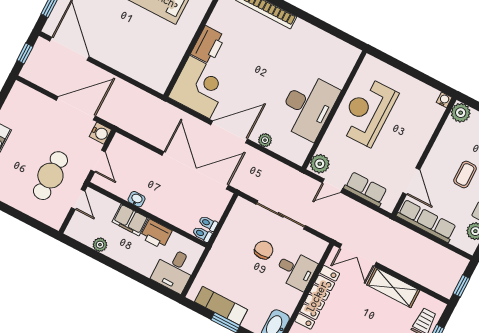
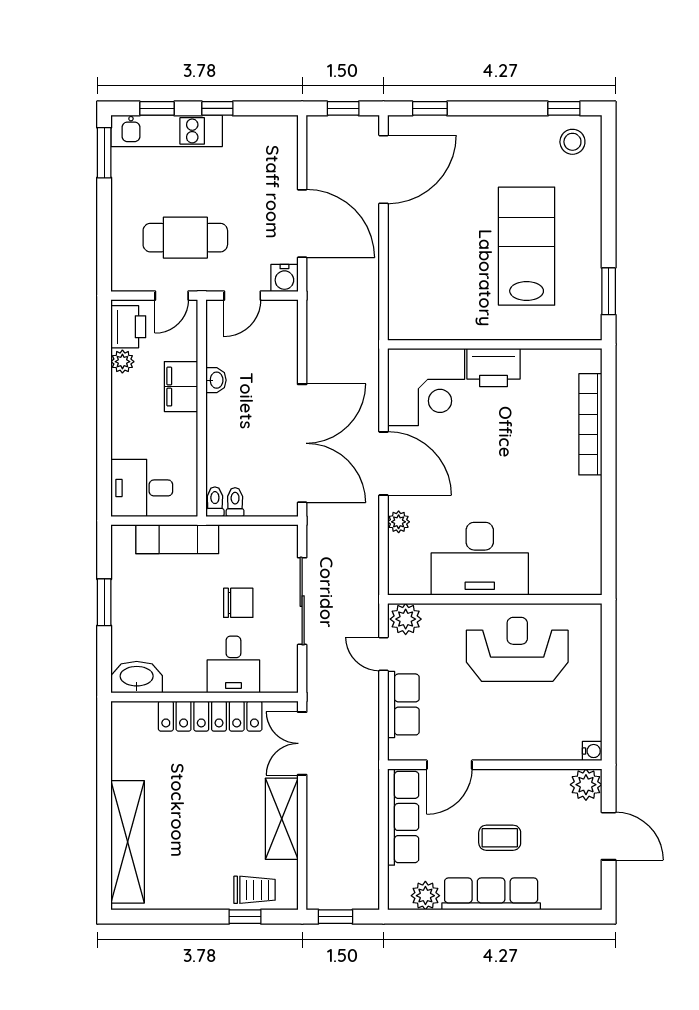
printer: (156, 234) -> (128, 327), moved, turned 180
exam couch: (221, 306) -> (177, 539), moved, turned 90

